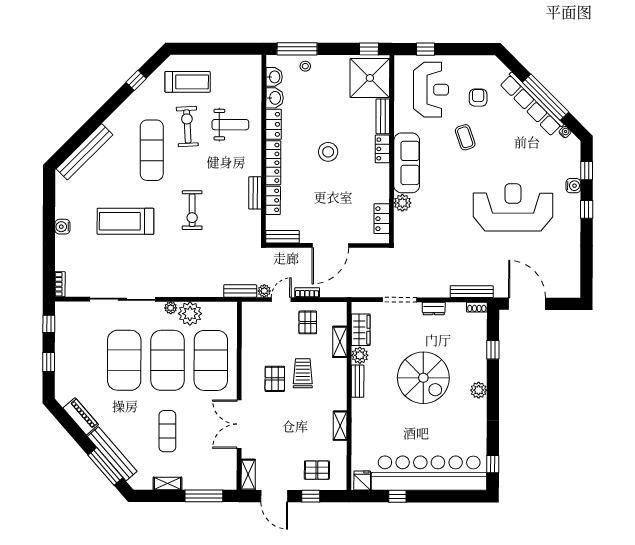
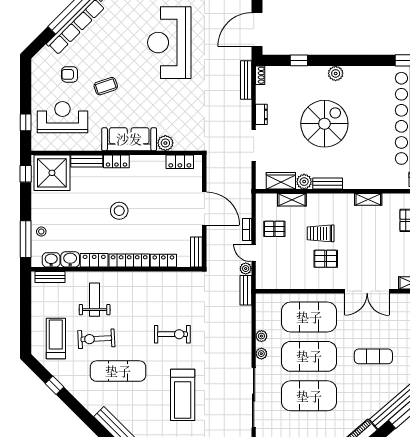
bench: (255, 193) -> (50, 277), moved
plant: (190, 314) -> (261, 336), width x0.53, depth x0.53

